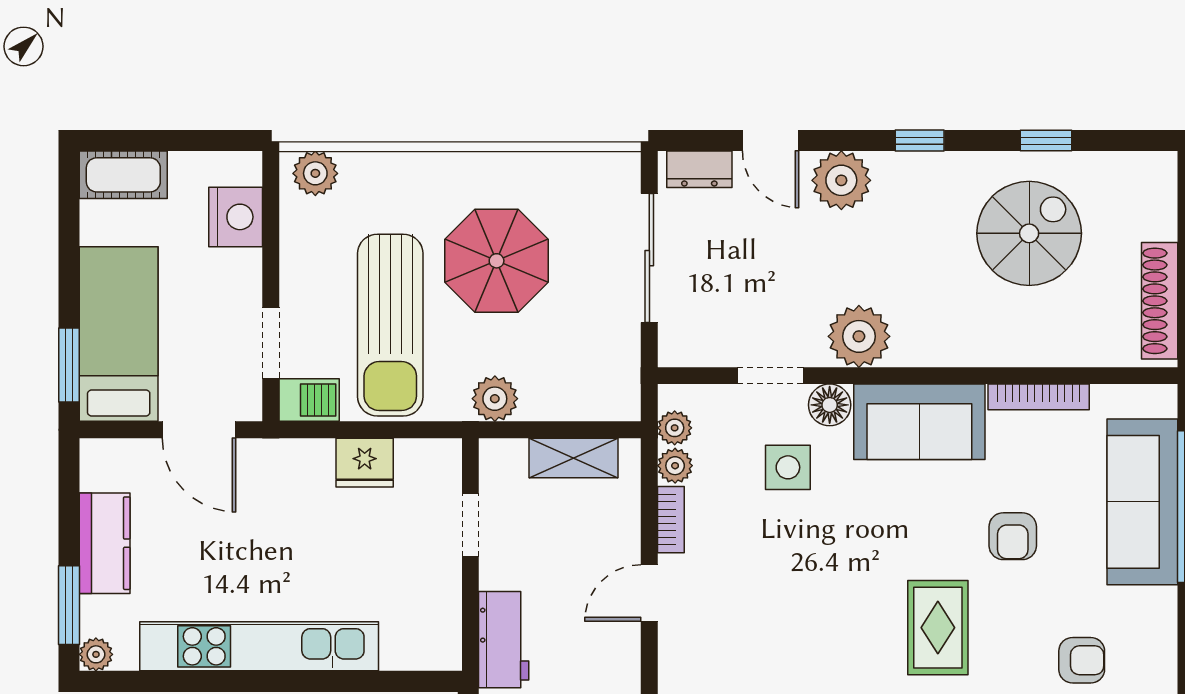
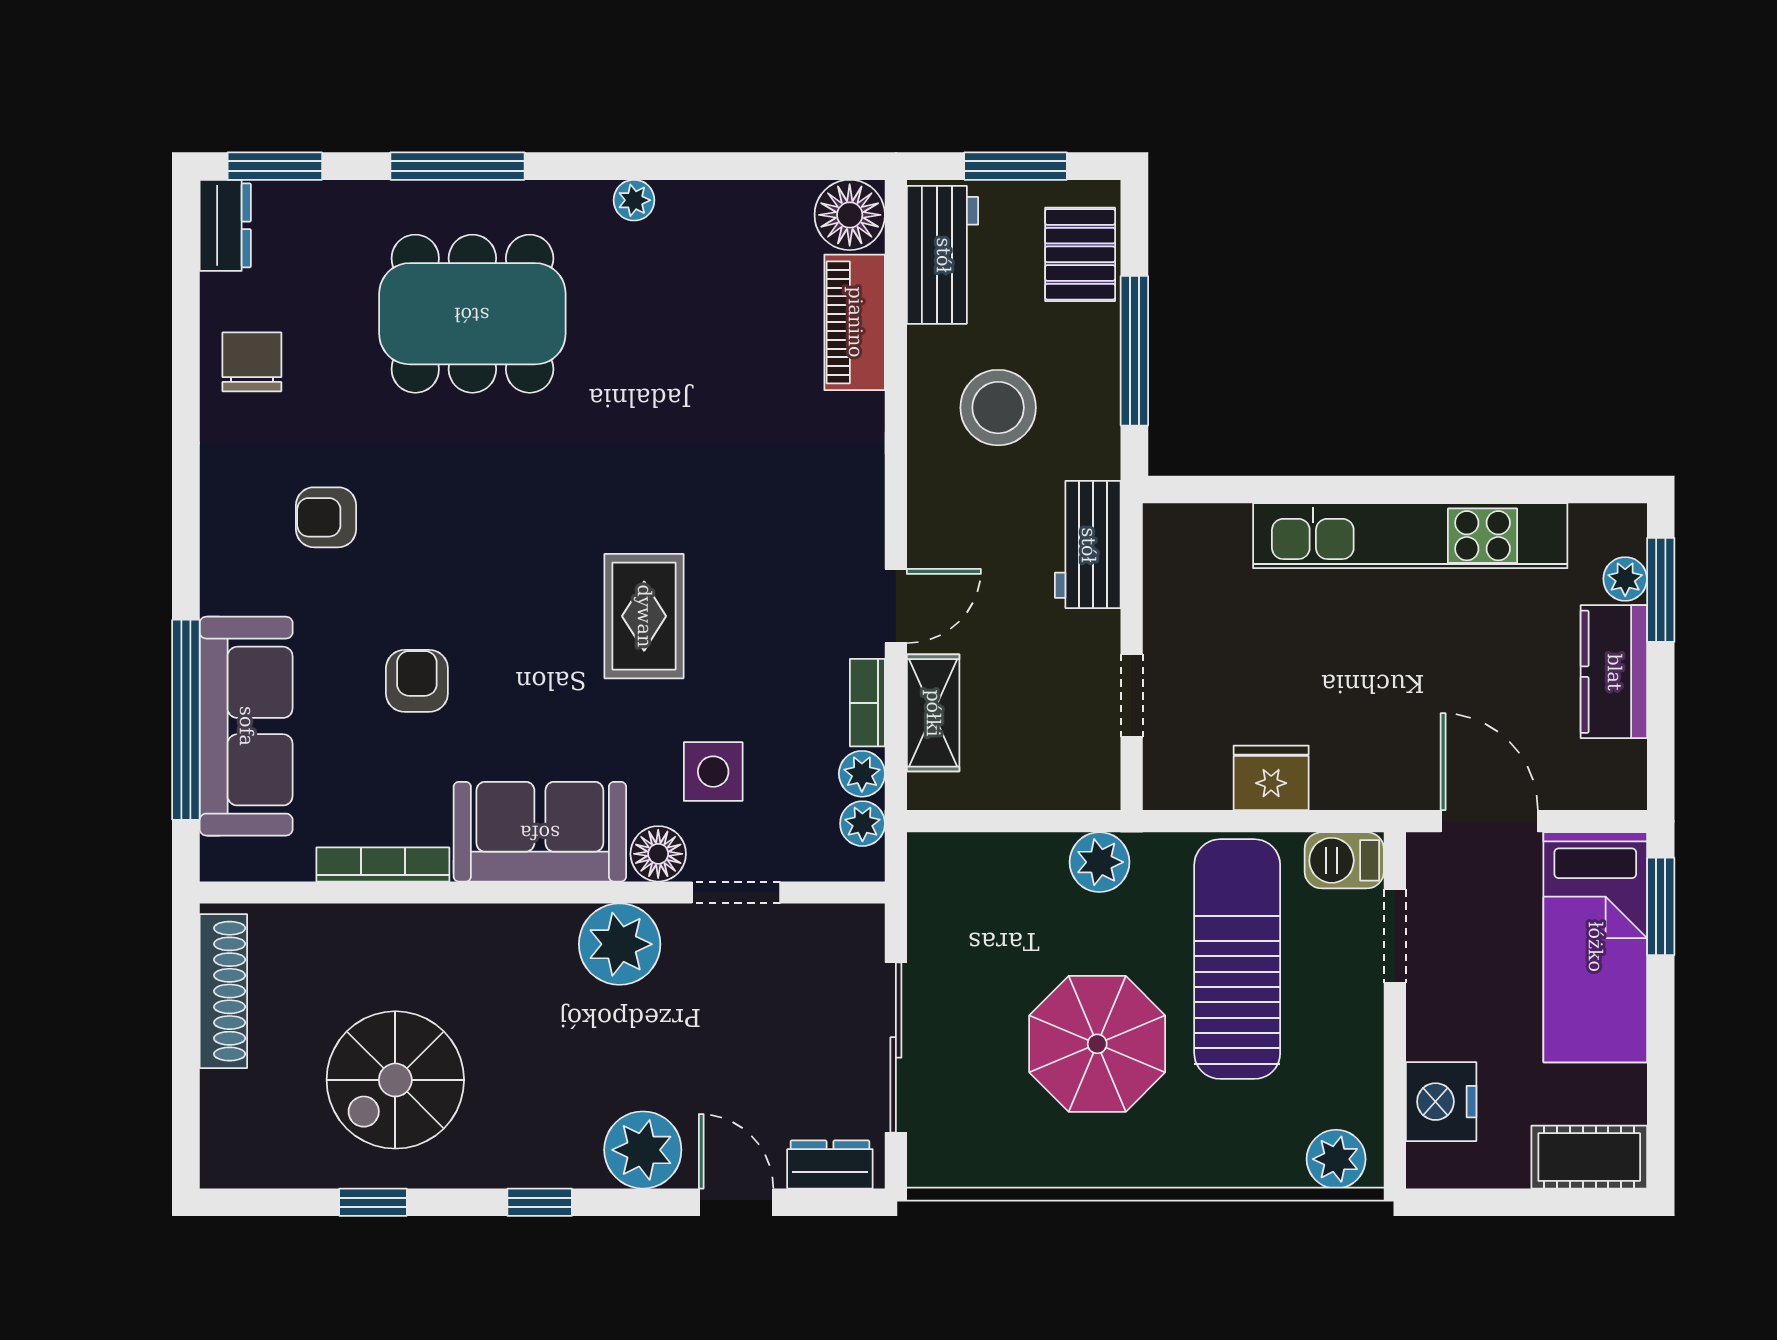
shelving: (573, 458) -> (933, 713), moved, turned 90
rug: (938, 628) -> (644, 616), moved
plant: (96, 654) -> (1625, 579), moved

